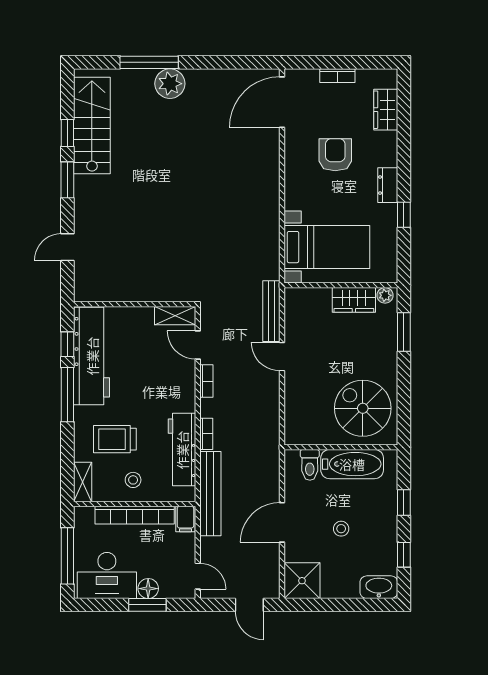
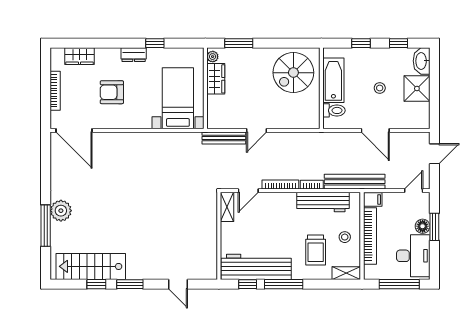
bookcase: (337, 76) -> (55, 91), width x1.56
bookcase: (206, 381) -> (280, 184), width x1.56
shower: (302, 581) -> (417, 88), moved

